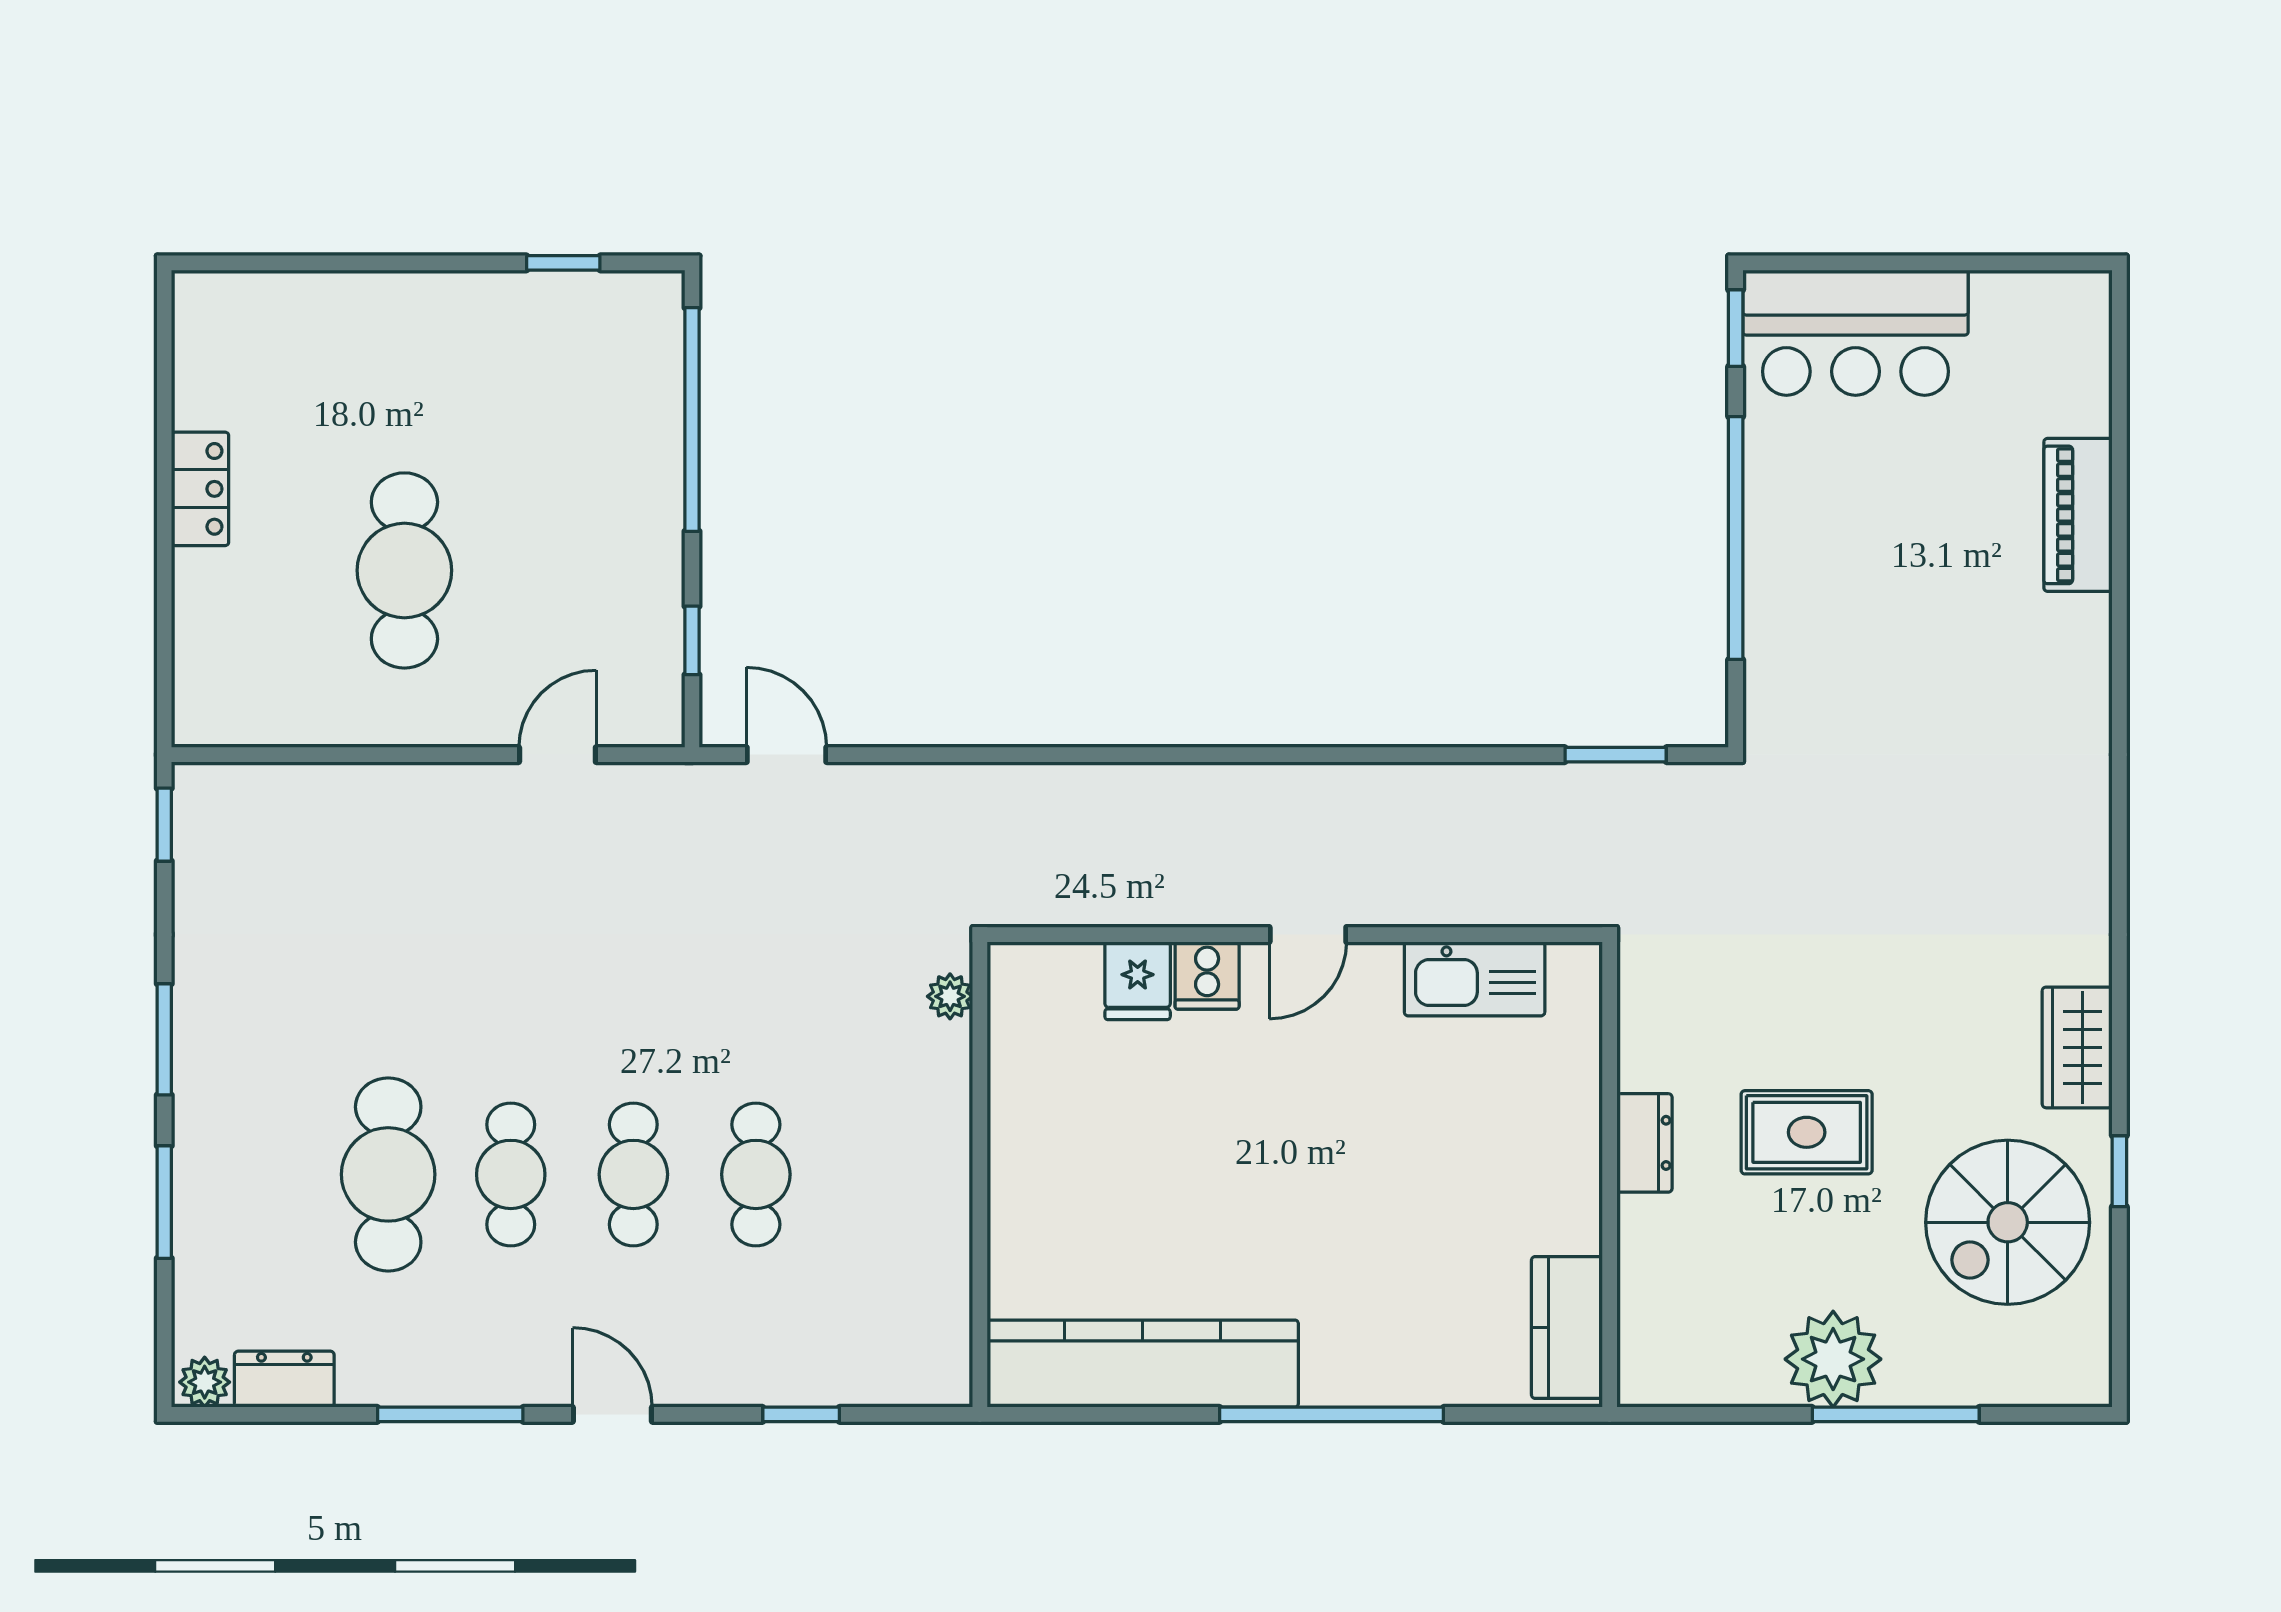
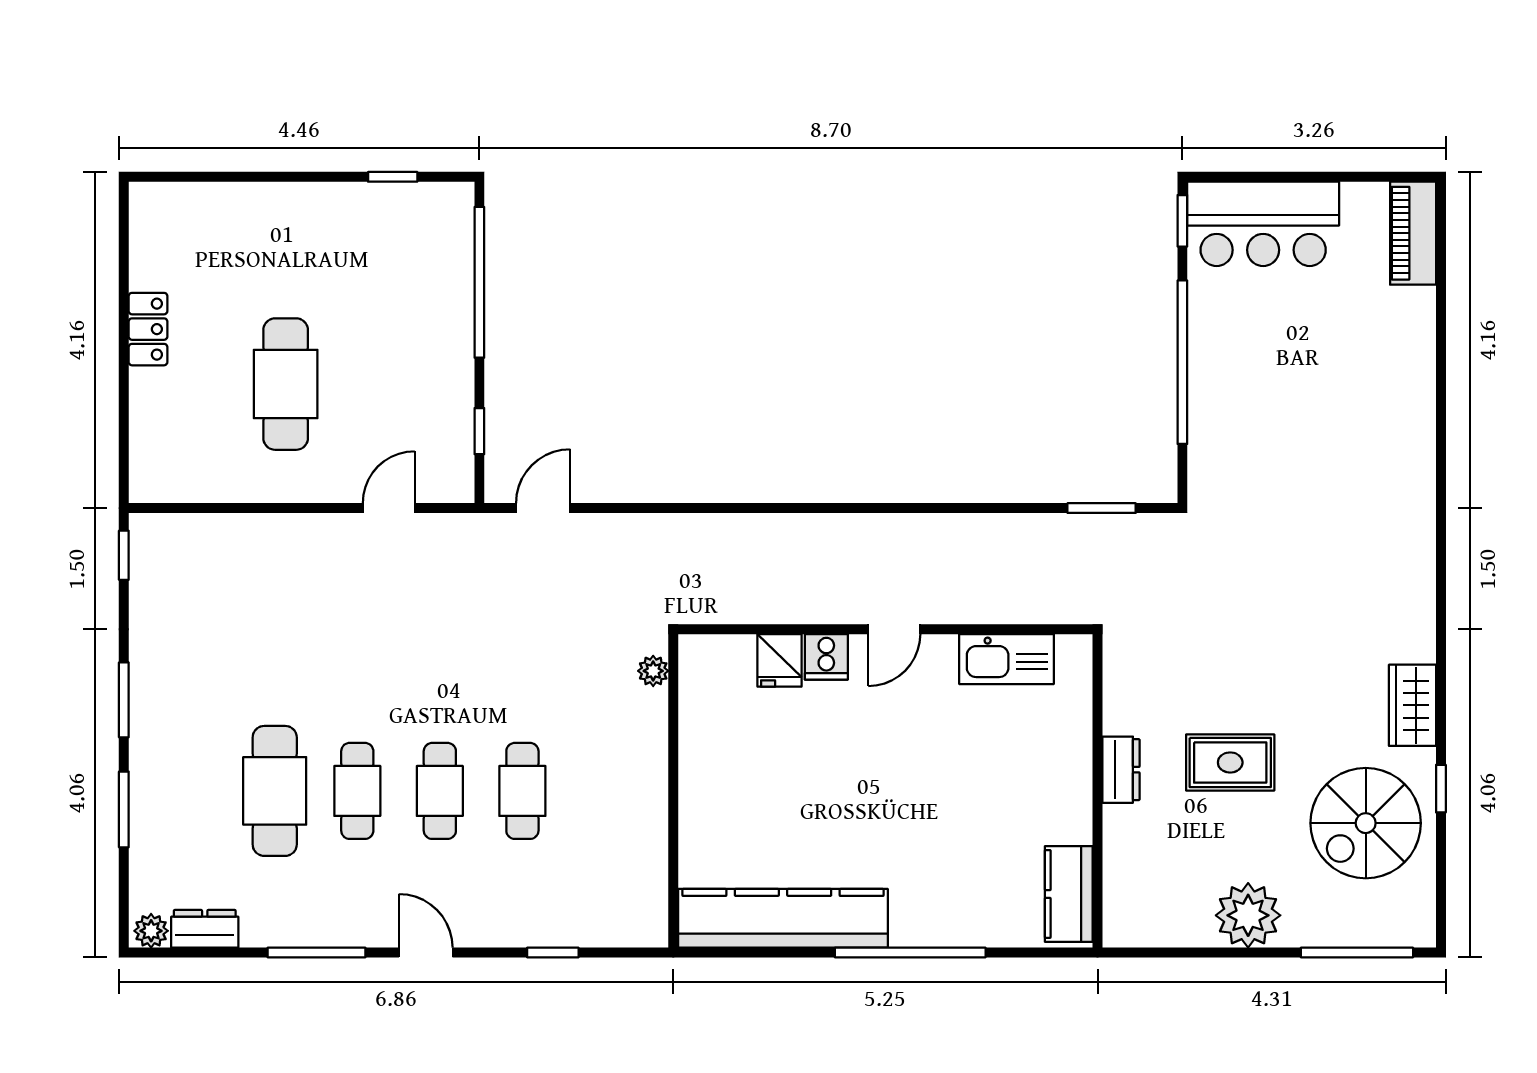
piano: (2078, 515) -> (1413, 233), moved
door: (787, 755) -> (543, 508), hinge flipped
window: (1896, 1414) -> (1357, 953), moved

